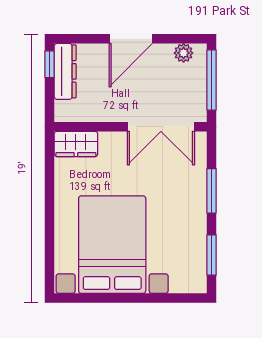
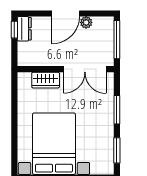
plant: (184, 53) -> (86, 22), moved
dresser: (65, 71) -> (24, 29), width x0.70
wardrobe: (76, 144) -> (46, 80), moved

